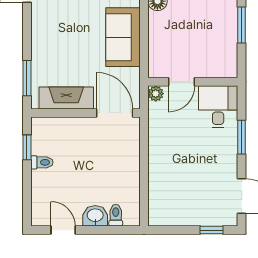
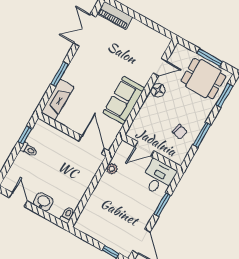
chair: (213, 37) -> (180, 132), added
window: (27, 78) -> (60, 74), moved
plant: (156, 94) -> (112, 169), moved
fireplace: (66, 98) -> (57, 100), moved, turned 90
toilet: (116, 215) -> (67, 215), moved

